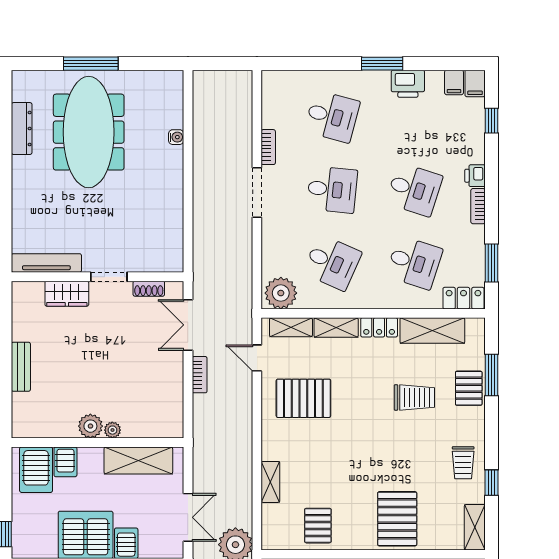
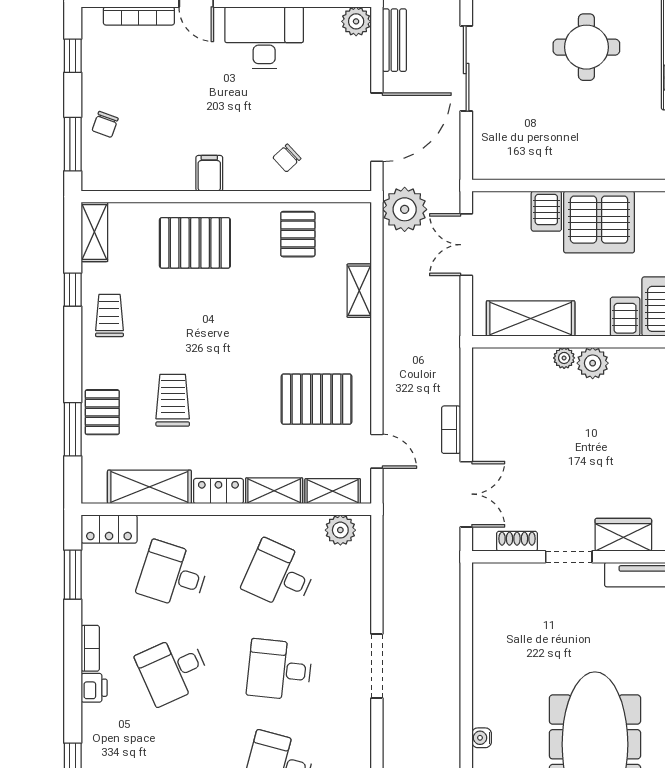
bookcase: (268, 147) -> (362, 725), removed
desk: (414, 190) -> (173, 670), turned -42
plant: (281, 293) -> (340, 530), width x0.73, depth x0.73
trolley: (414, 397) -> (173, 400), turned 90
pallet: (397, 519) -> (195, 243), turned 90

